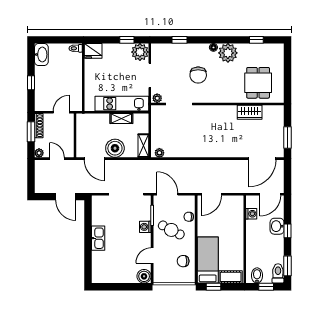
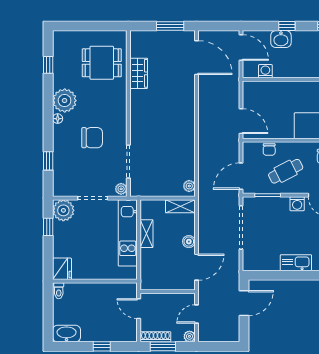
boiler: (115, 148) -> (189, 242), width x0.54, depth x0.54
washing machine: (145, 227) -> (297, 204), moved
cafe table: (171, 230) -> (286, 171), turned 35

